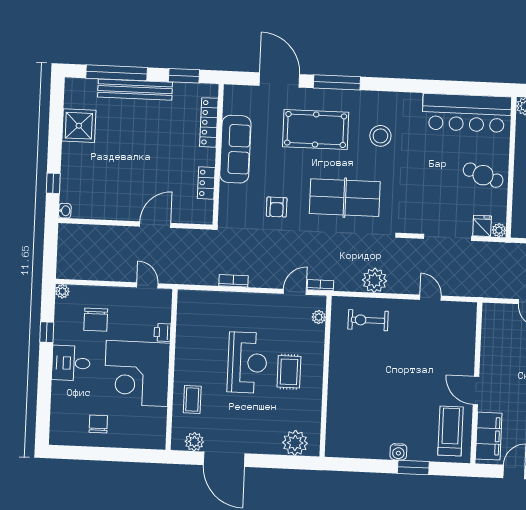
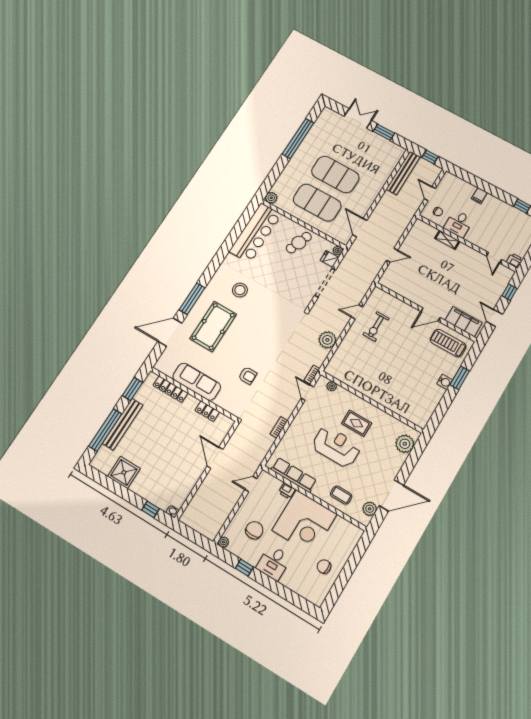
table tennis table: (345, 198) -> (266, 331), removed
chair: (96, 320) -> (254, 530), turned -90
exercise bike: (368, 320) -> (376, 326), moved
row of seats: (186, 330) -> (294, 475), added

